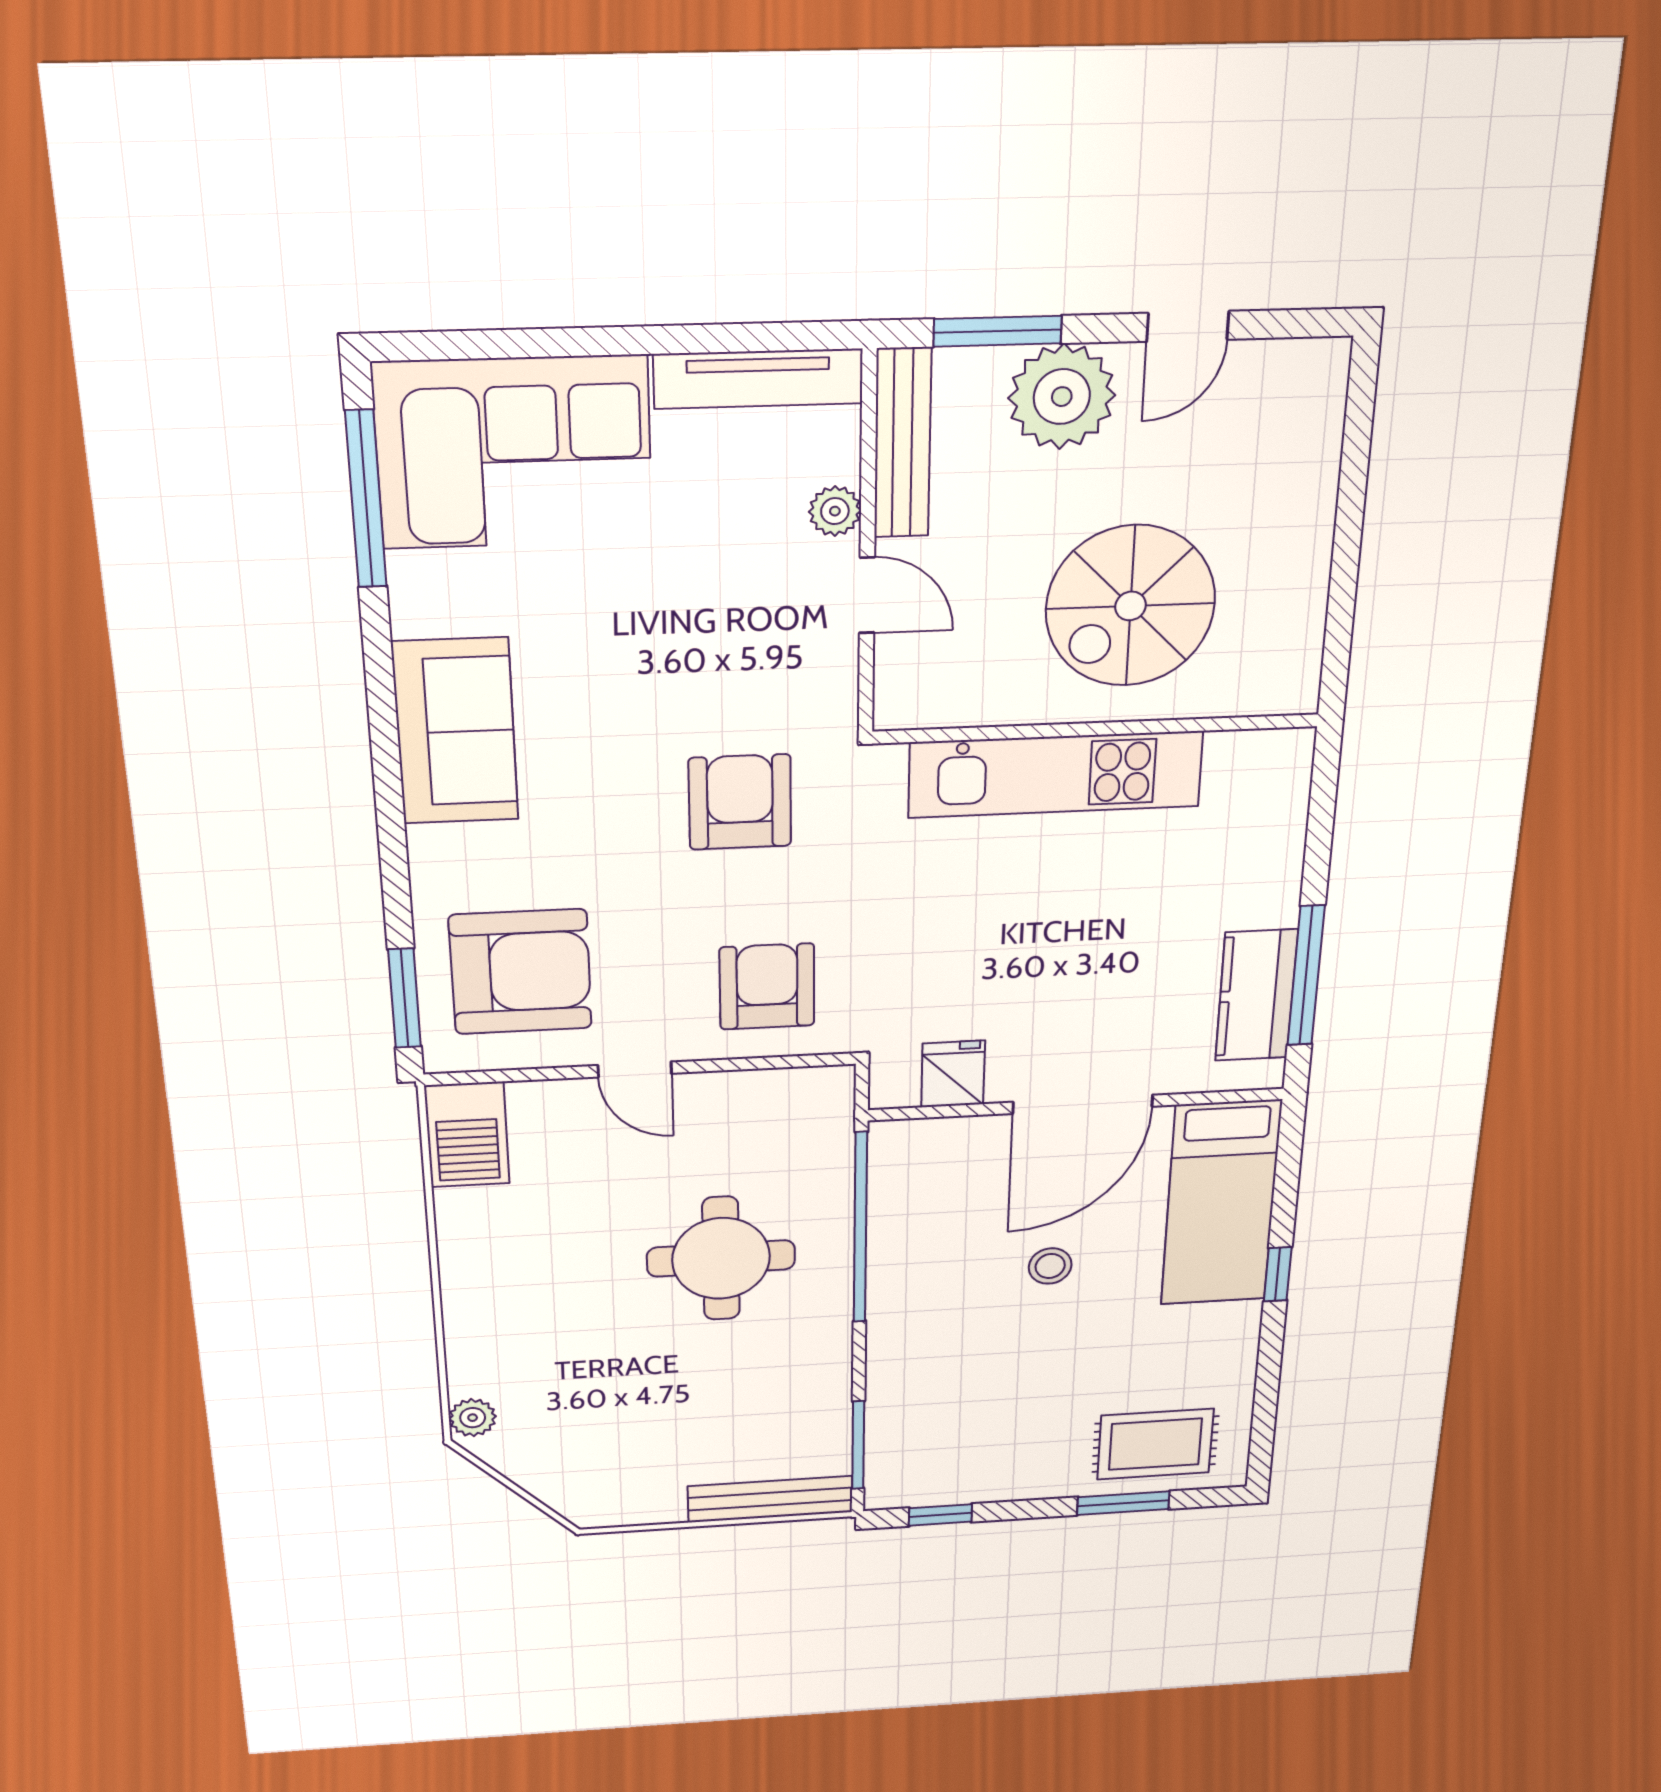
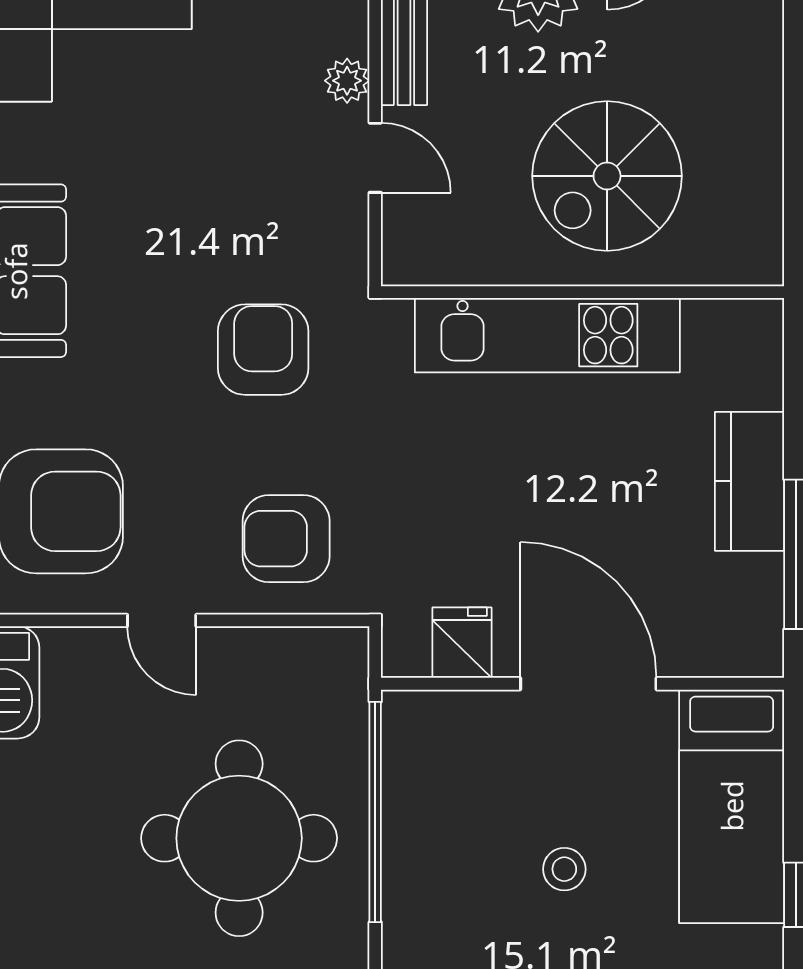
armchair: (767, 986) -> (286, 539), turned -90
kitchen counter: (1256, 995) -> (749, 481), moved
door: (1083, 1104) -> (588, 684), swing flipped
round table: (721, 1258) -> (239, 838), width x1.36, depth x1.36

